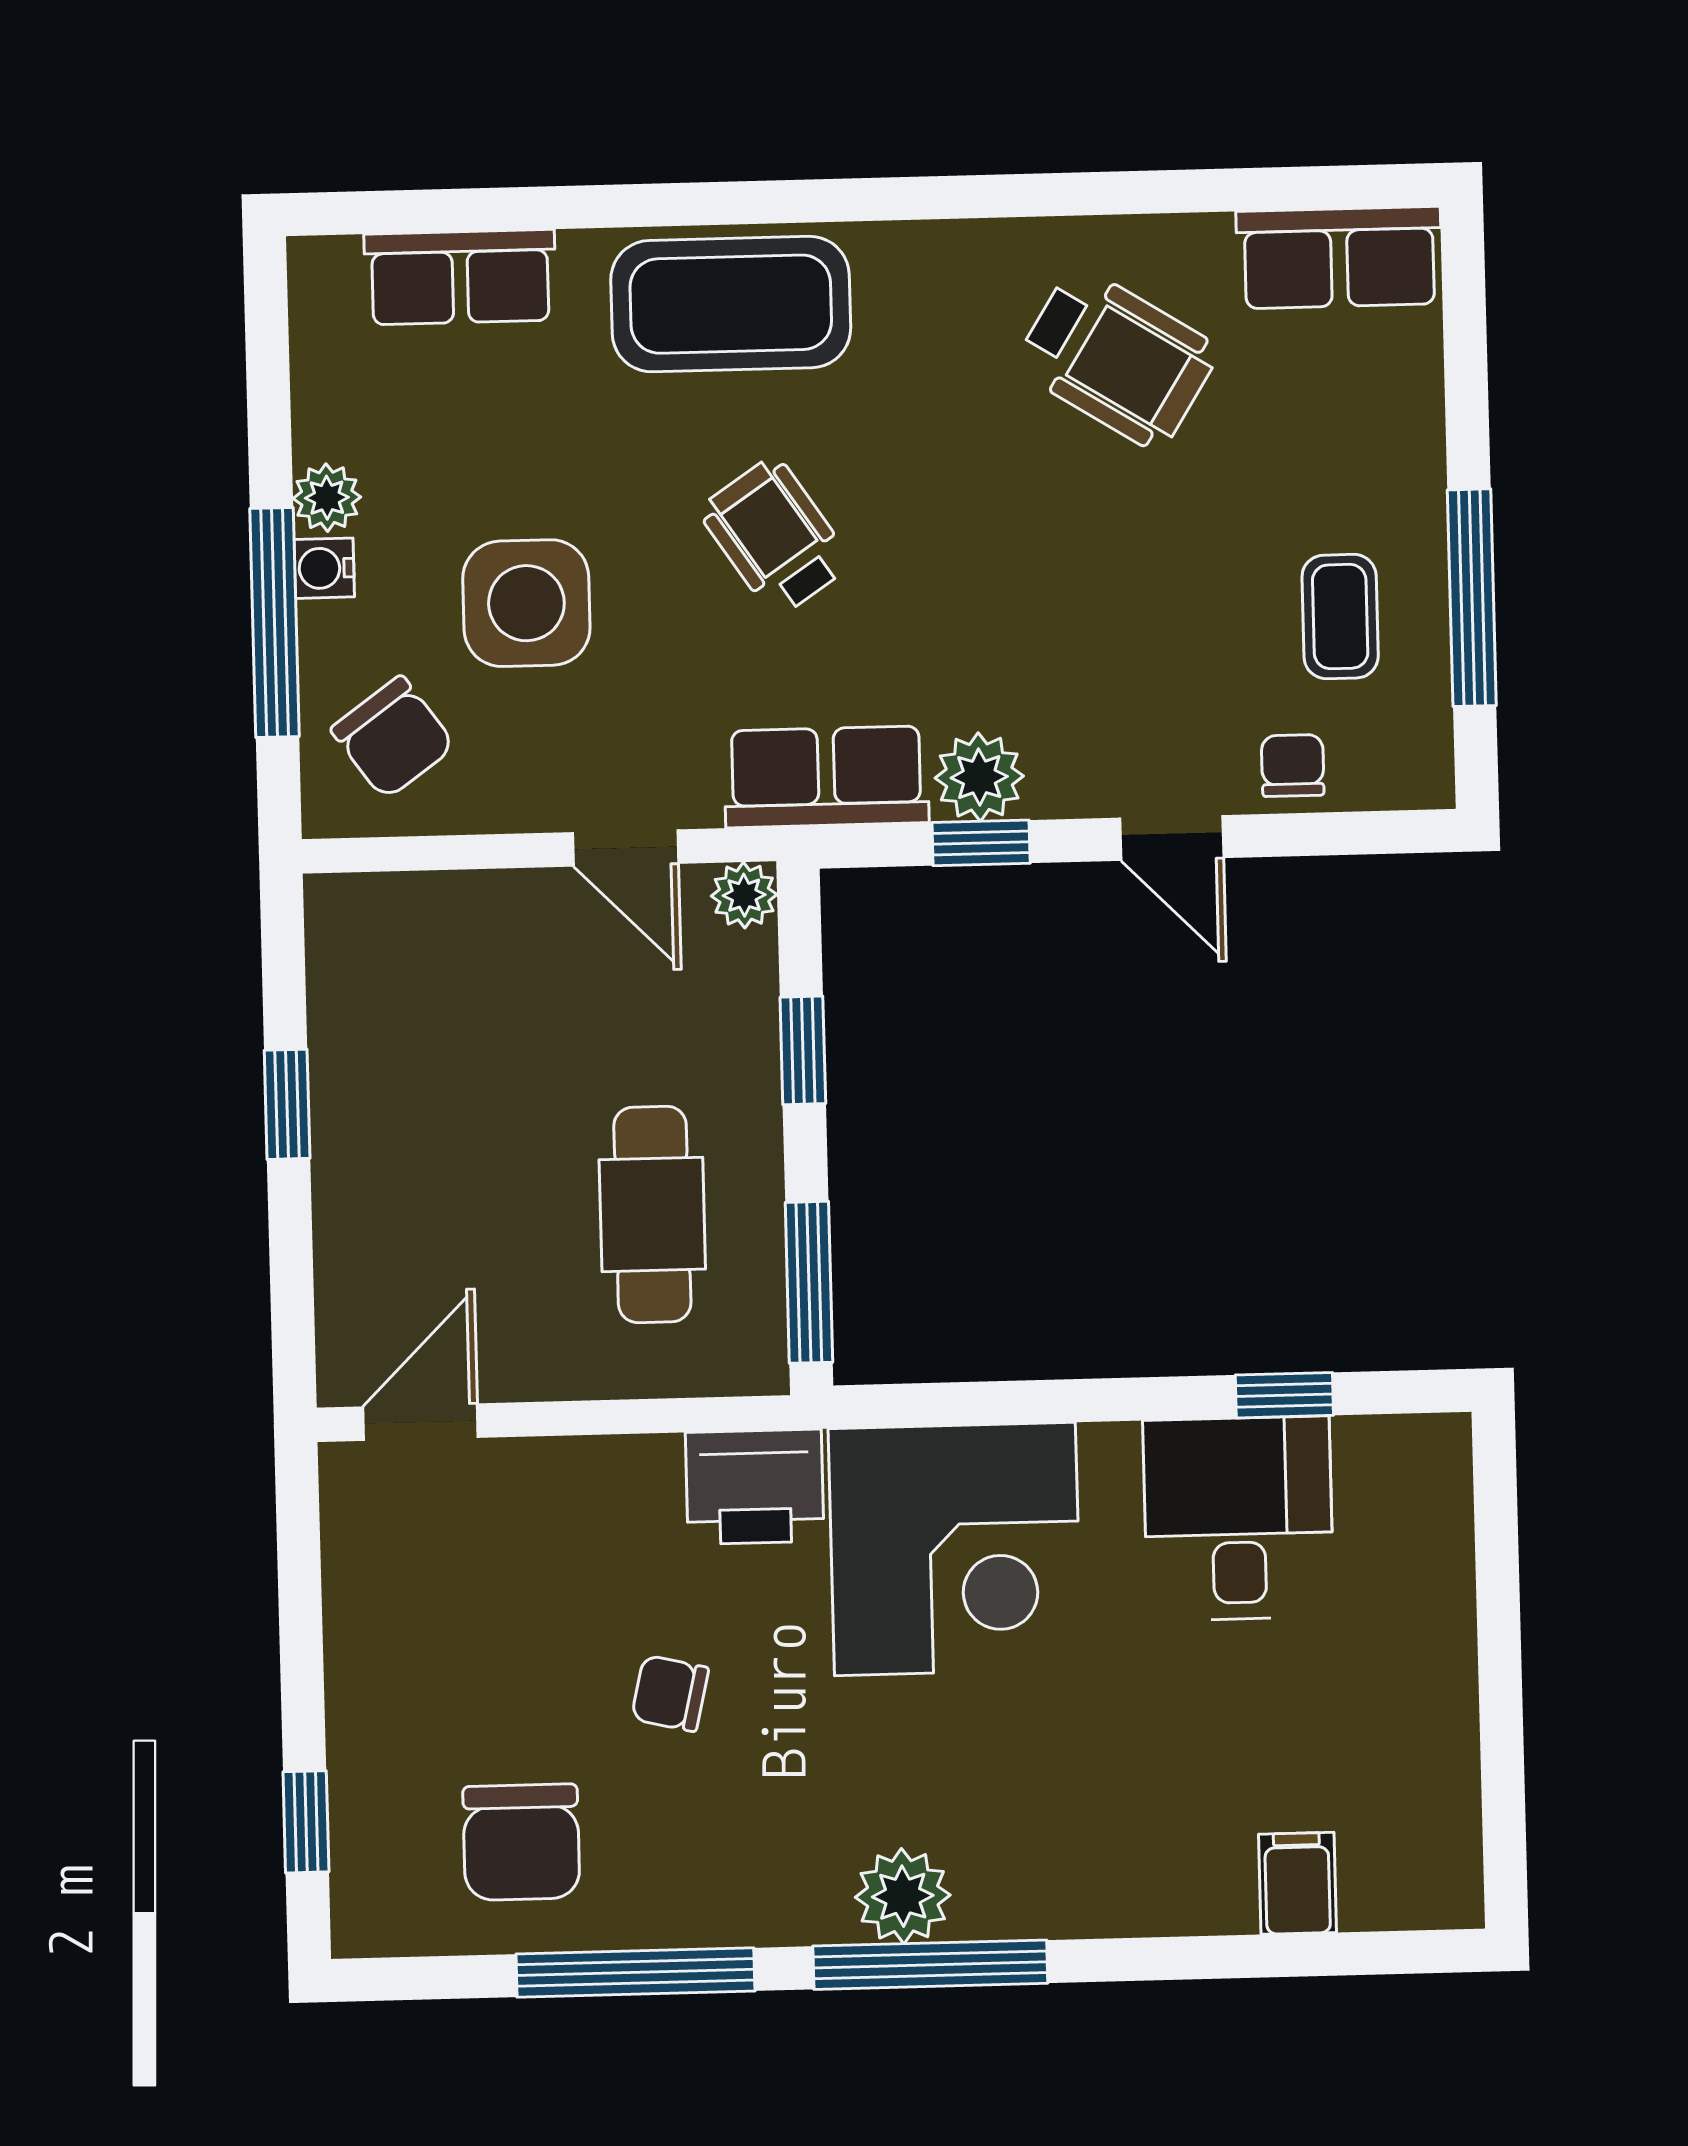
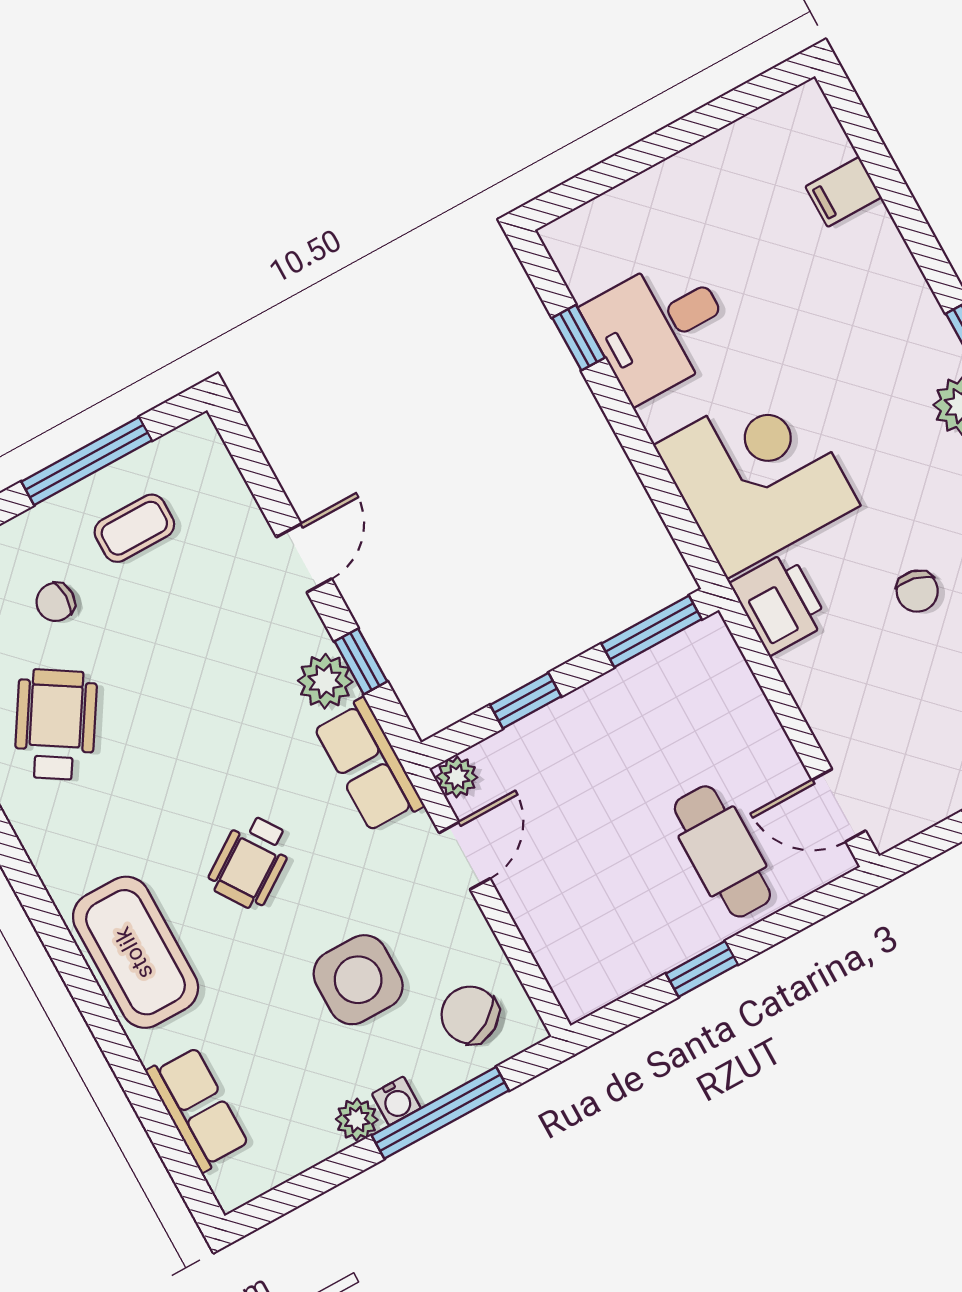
chair: (393, 737) -> (470, 1015), turned -86
chair: (1293, 766) -> (55, 602), moved
cafe table: (652, 1214) -> (722, 851), moved, turned 90

